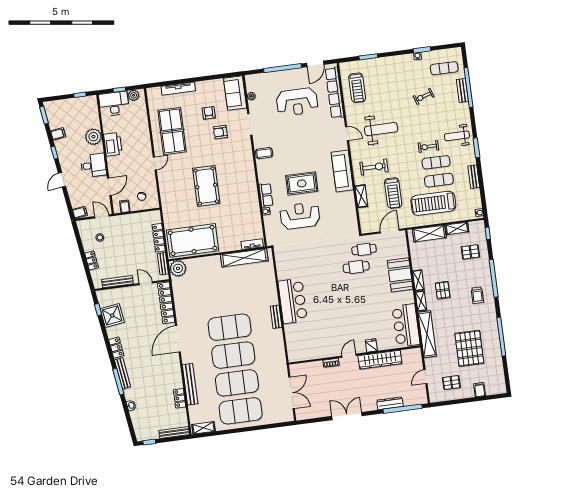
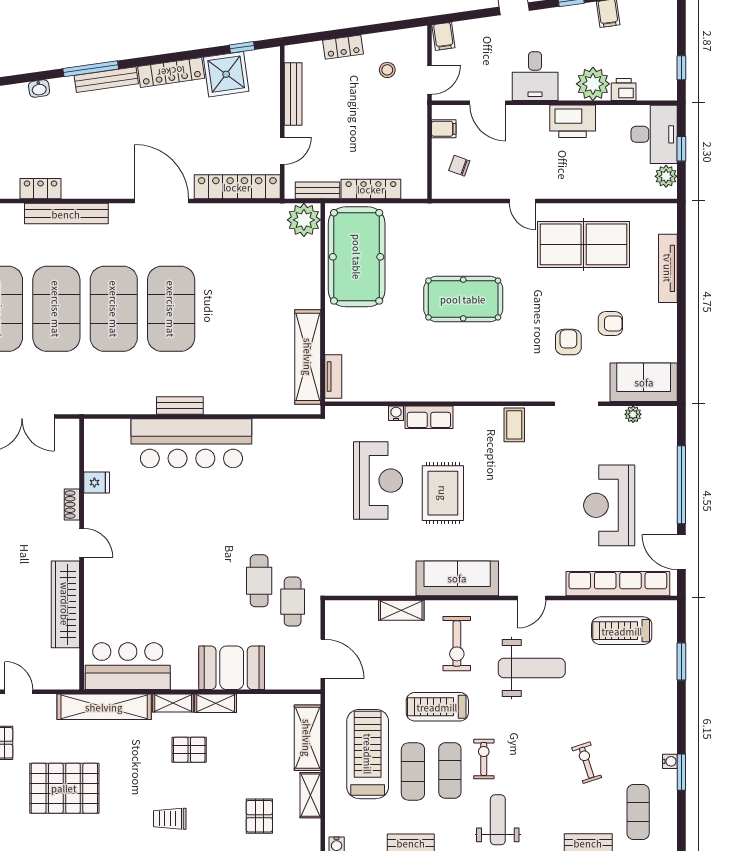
printer: (94, 121) -> (624, 90), added
weight bench: (381, 129) -> (532, 668), turned -90
treadmill: (393, 193) -> (437, 707), moved
bar counter: (293, 301) -> (191, 443), width x1.36
fridge: (371, 345) -> (97, 483), moved
locker: (116, 348) -> (171, 72), width x1.53

